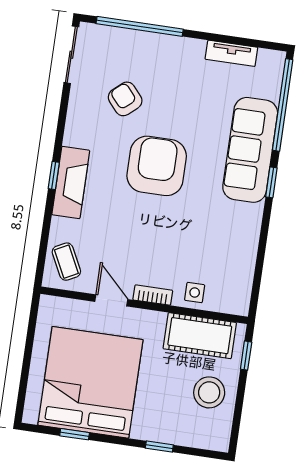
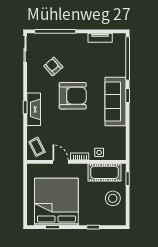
sofa: (250, 150) -> (115, 102), moved
armchair: (157, 166) -> (73, 96), turned 90

